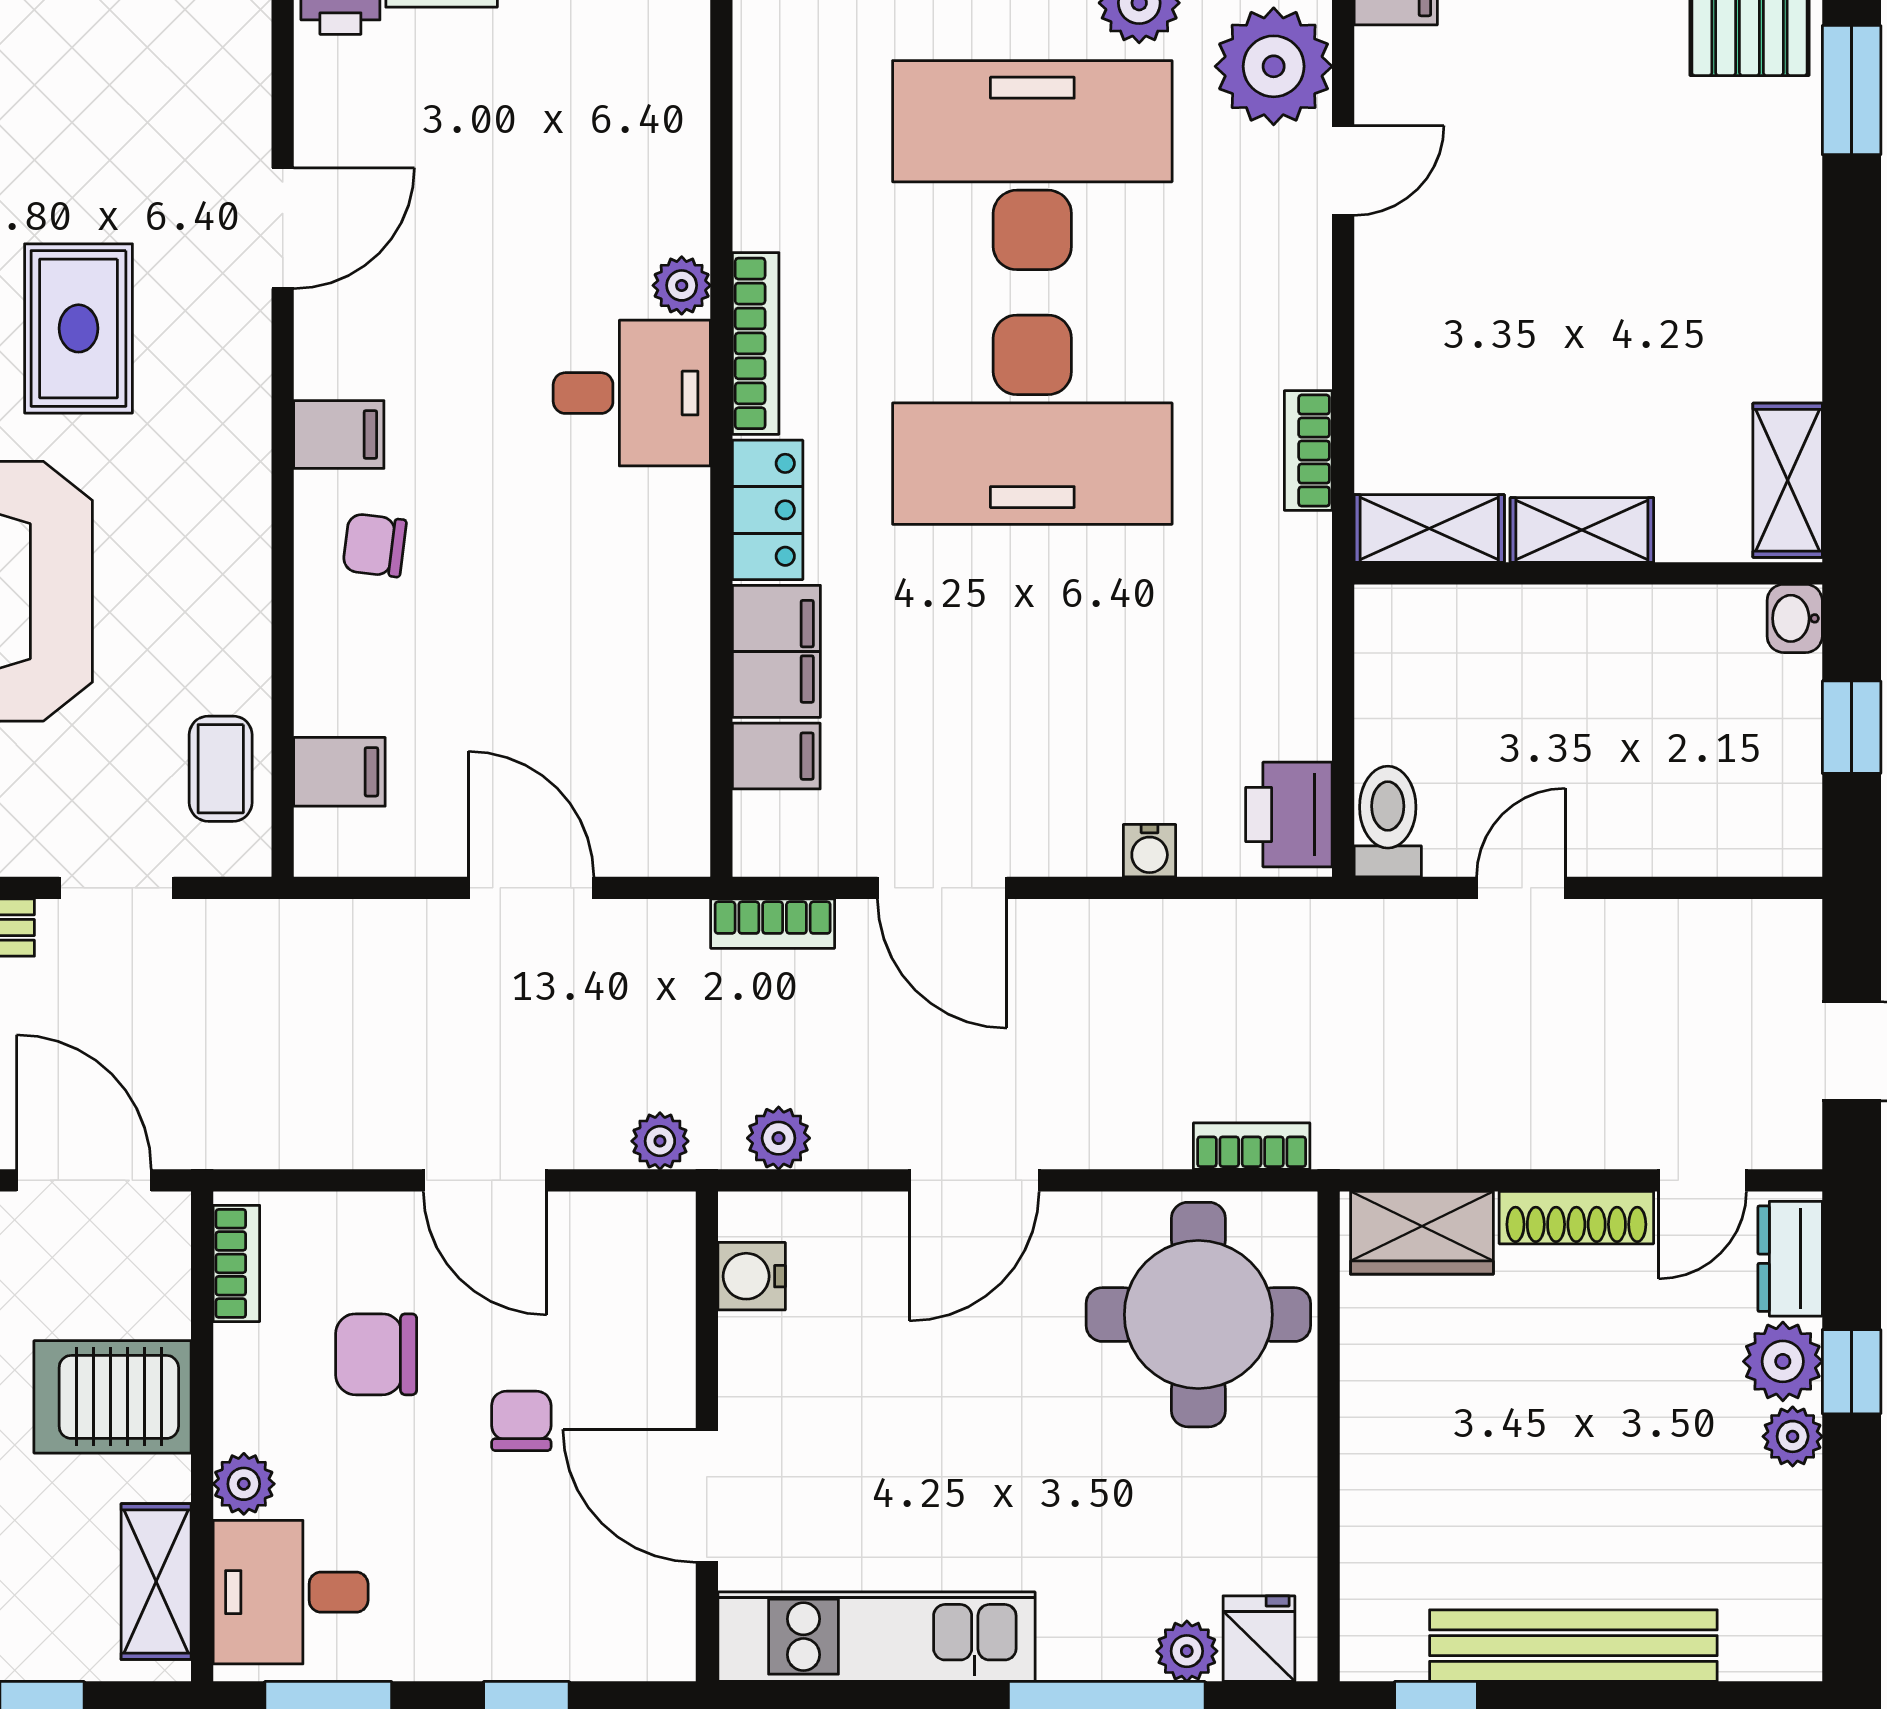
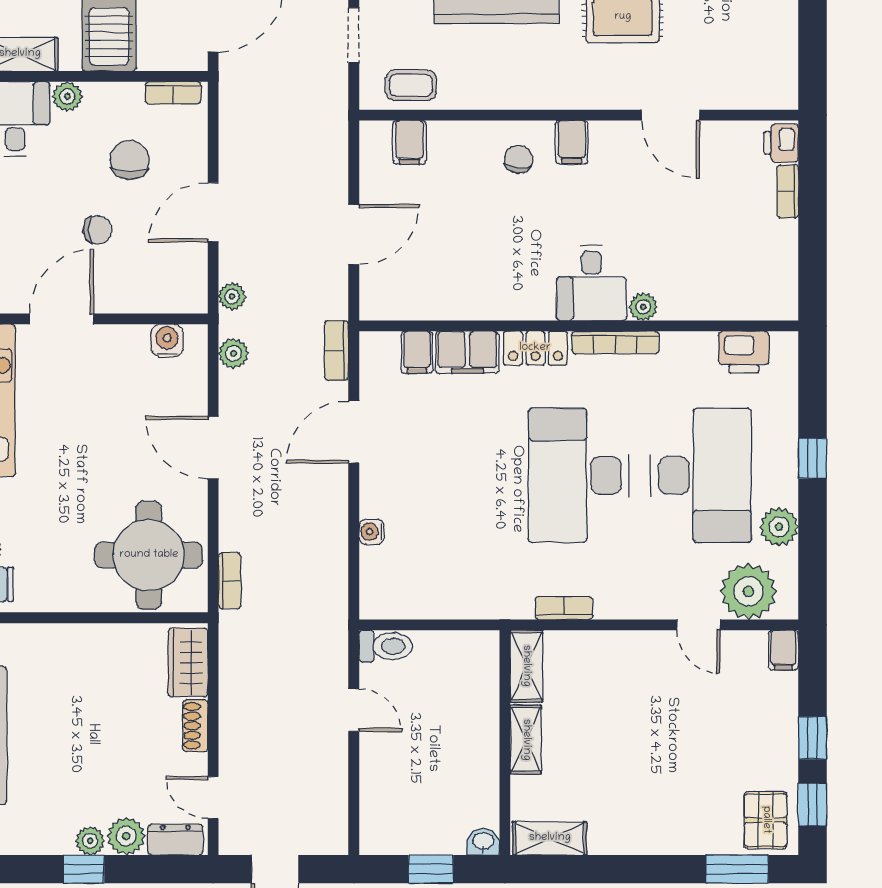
printer: (1289, 815) -> (744, 352), moved, turned 180
shoe rack: (1576, 1218) -> (195, 726), width x0.70
window: (1852, 1372) -> (84, 869), moved

